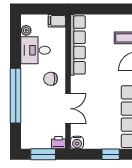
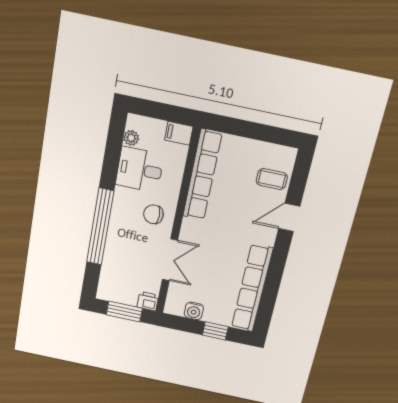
water cooler: (77, 143) -> (194, 311), moved

